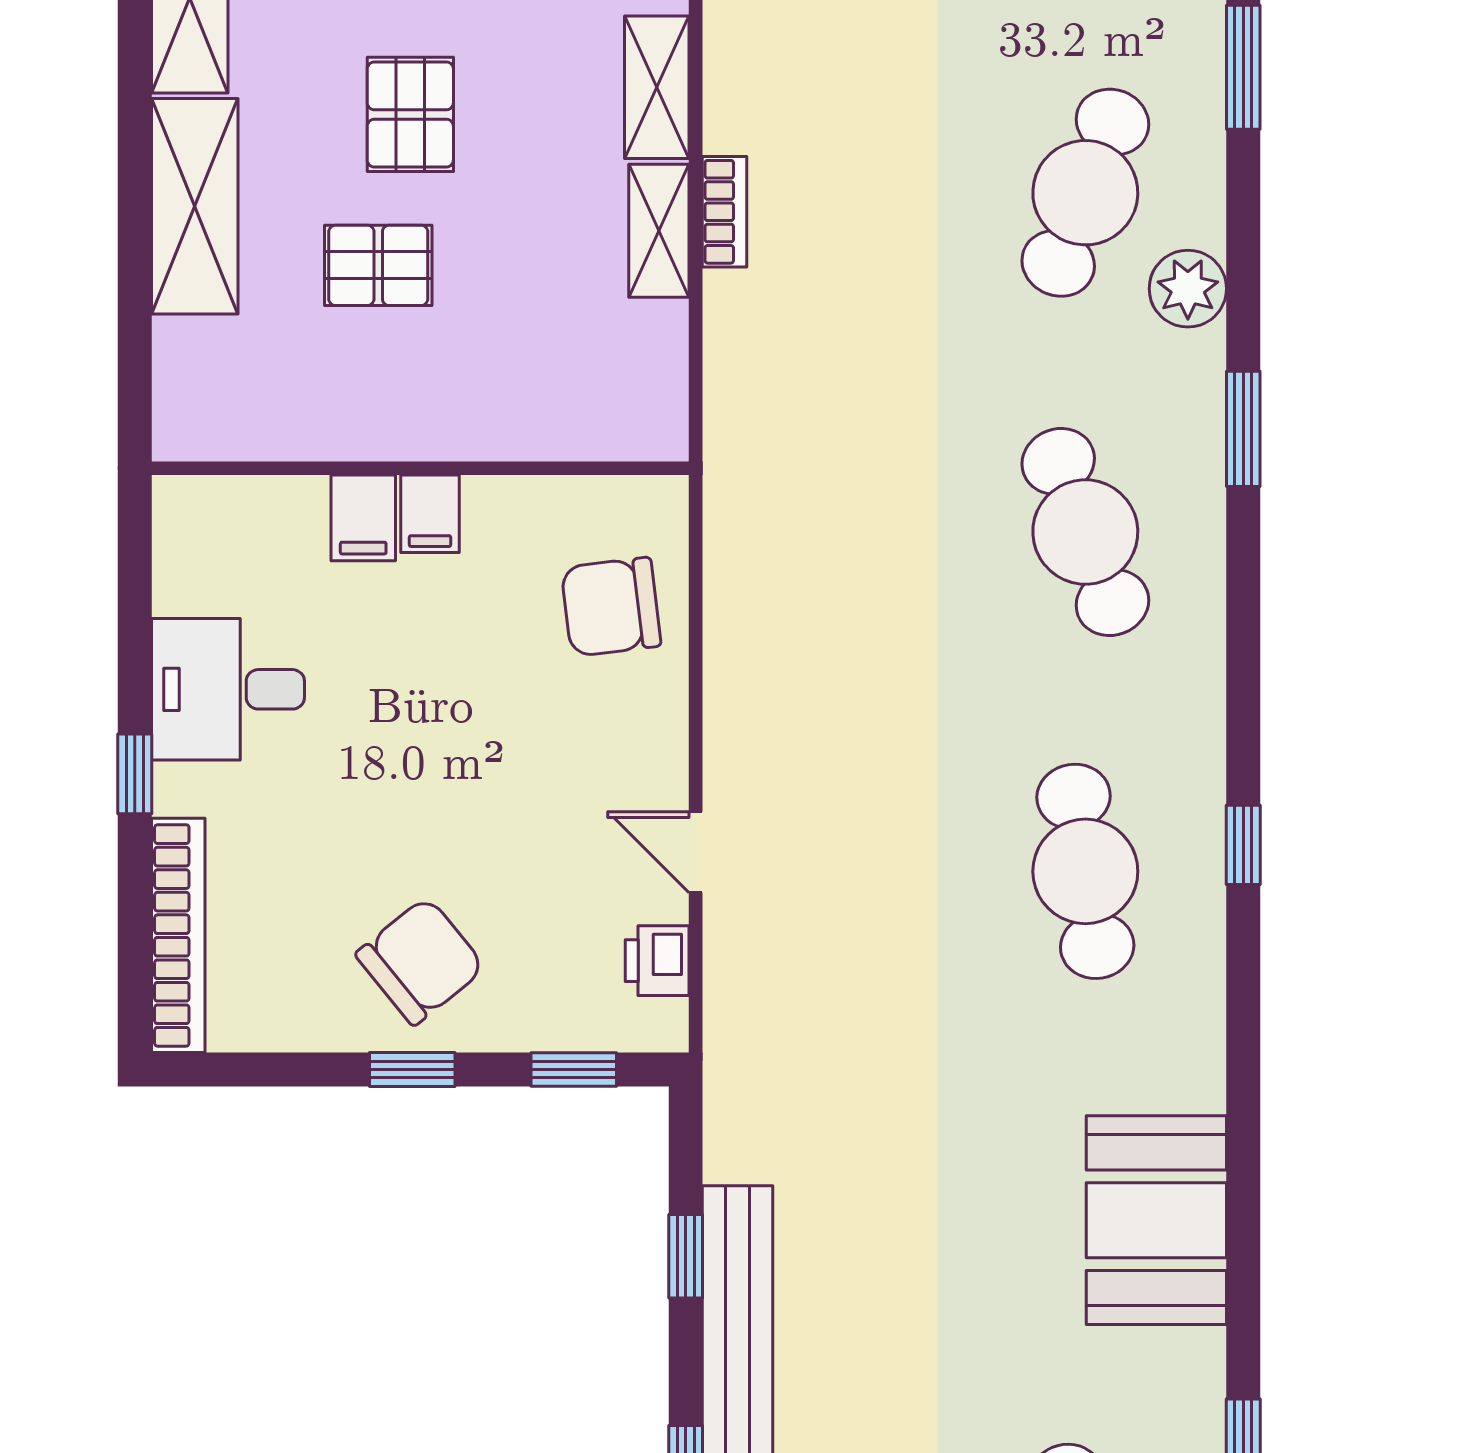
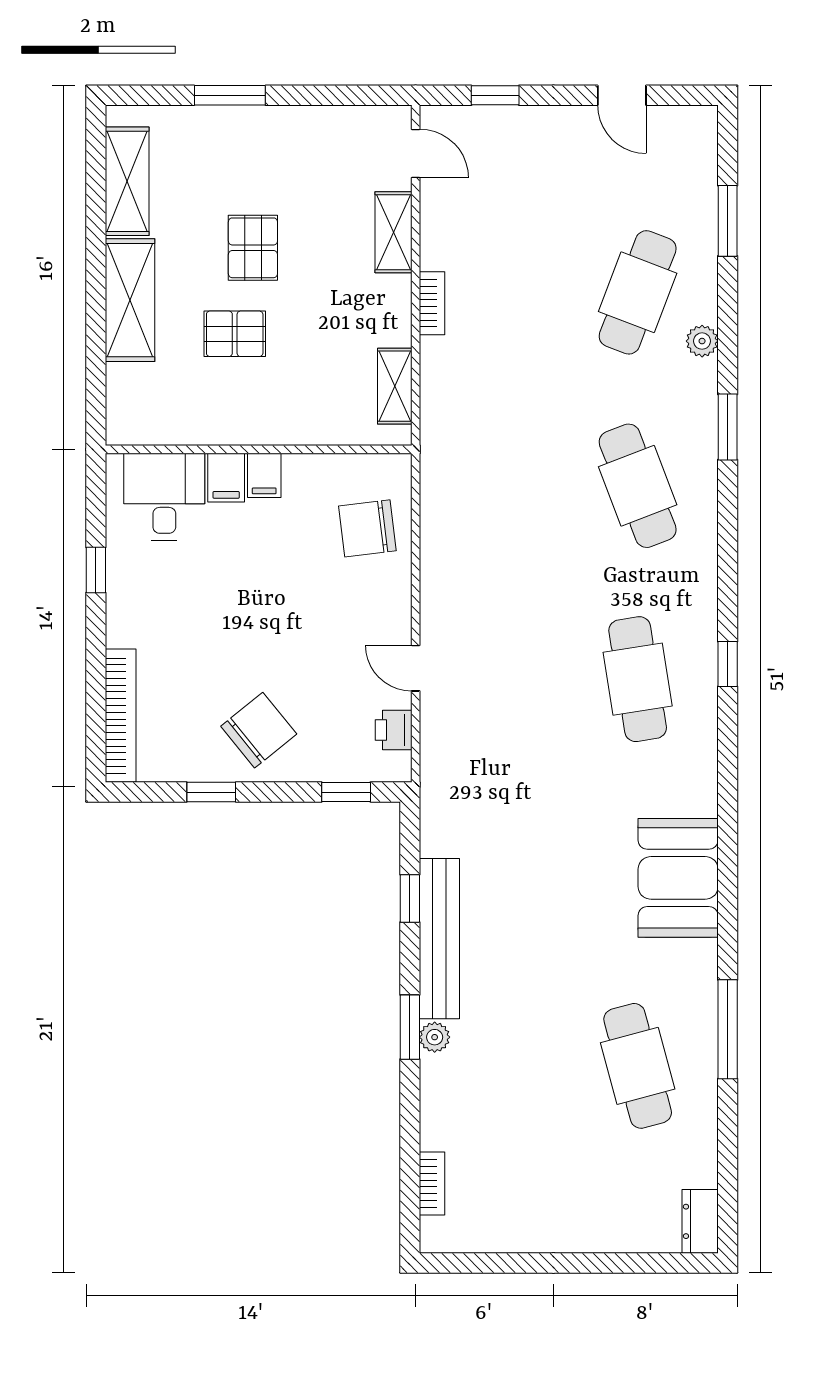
shelving: (659, 231) -> (395, 386), moved
plant: (1188, 289) -> (702, 341), width x0.73, depth x0.73
desk: (228, 689) -> (164, 497), moved, turned 90
window: (135, 774) -> (96, 570), moved
window: (412, 1070) -> (211, 792), moved

